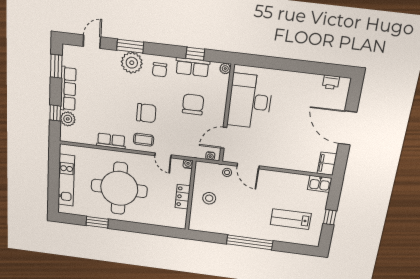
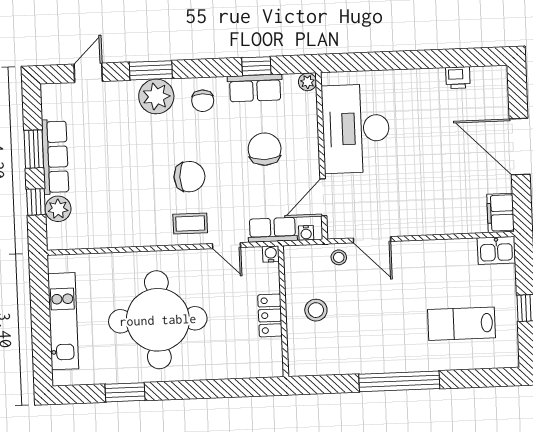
window: (56, 66) -> (34, 149), moved
printer: (331, 82) -> (458, 78), moved
row of seats: (111, 141) -> (272, 230), moved

